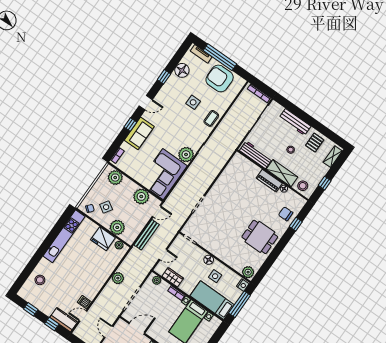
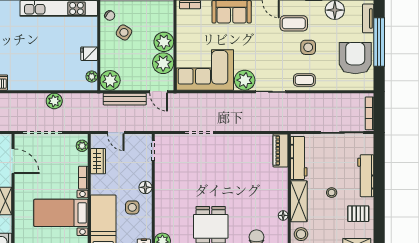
coffee table: (173, 101) -> (294, 23), added
plant: (115, 178) -> (164, 42), moved
piano: (269, 181) -> (281, 150), moved
plant: (117, 227) -> (110, 80), moved
fridge: (103, 239) -> (89, 54), width x0.53, depth x0.75

